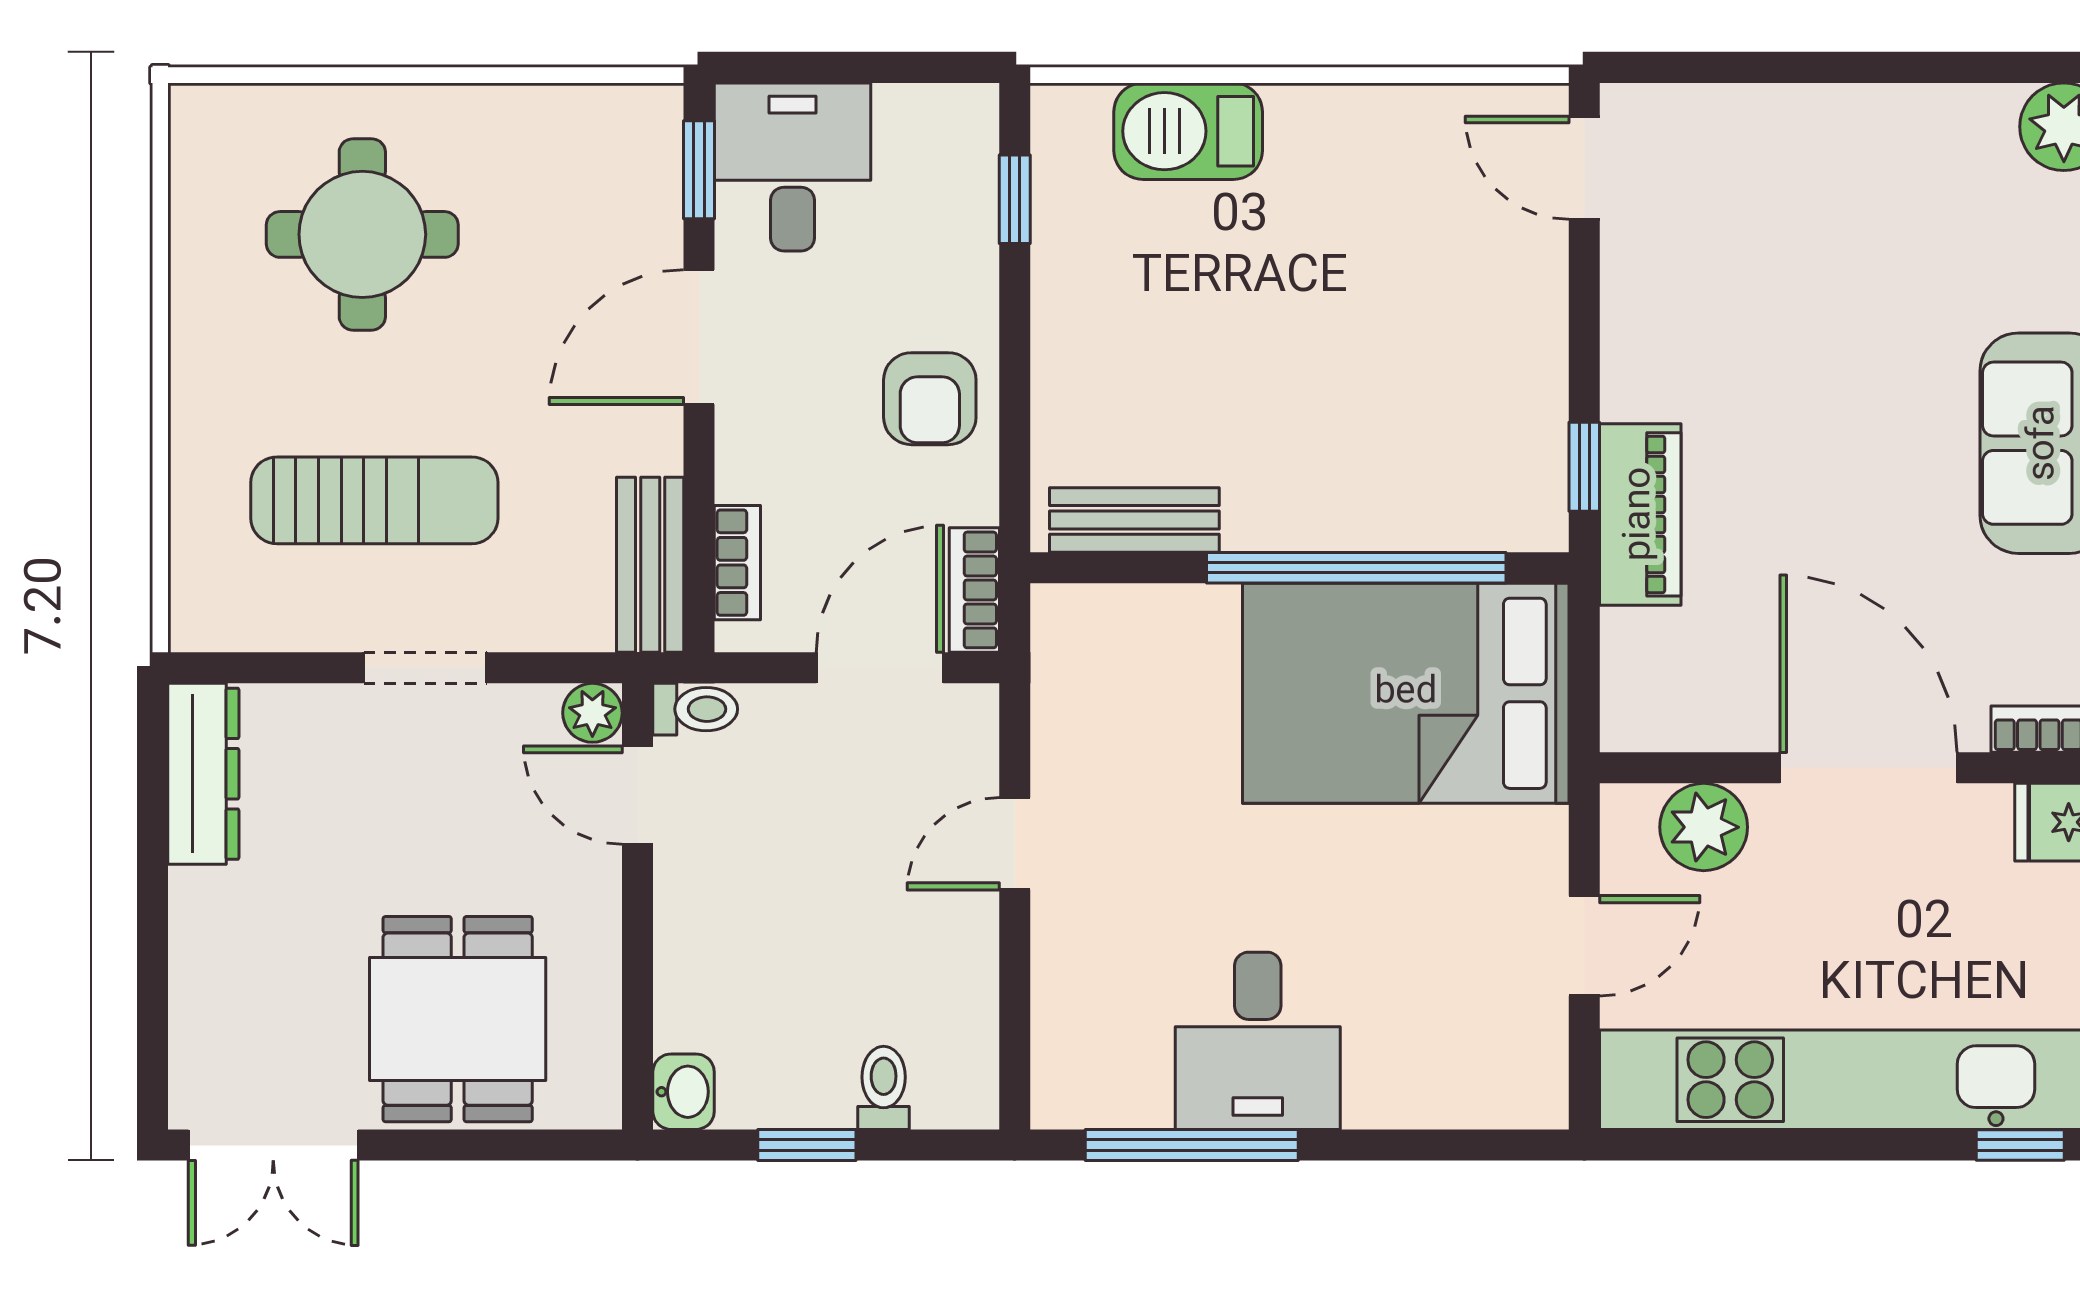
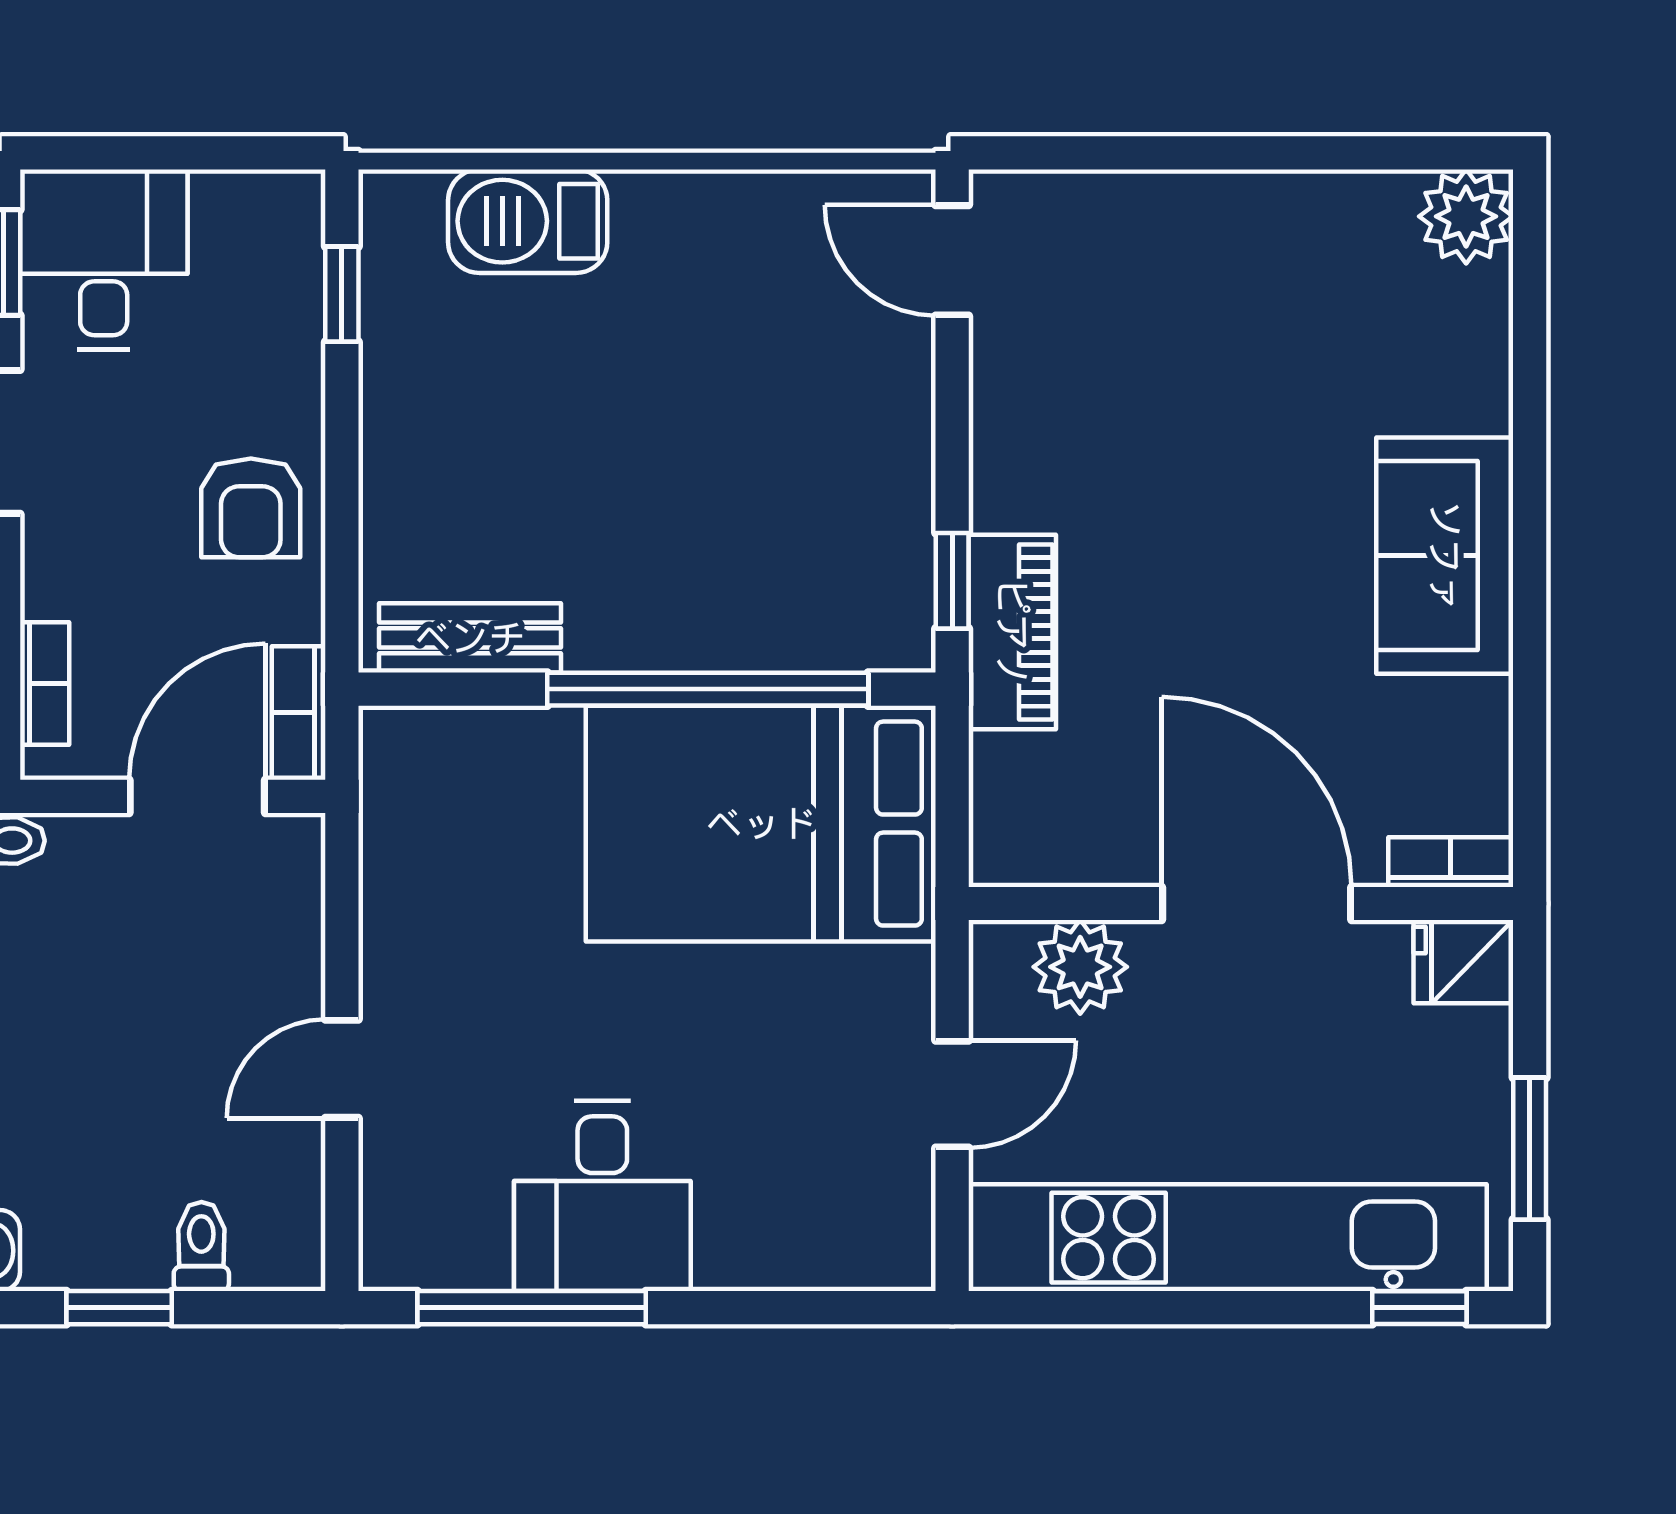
door: (1015, 844) -> (342, 1069), moved

